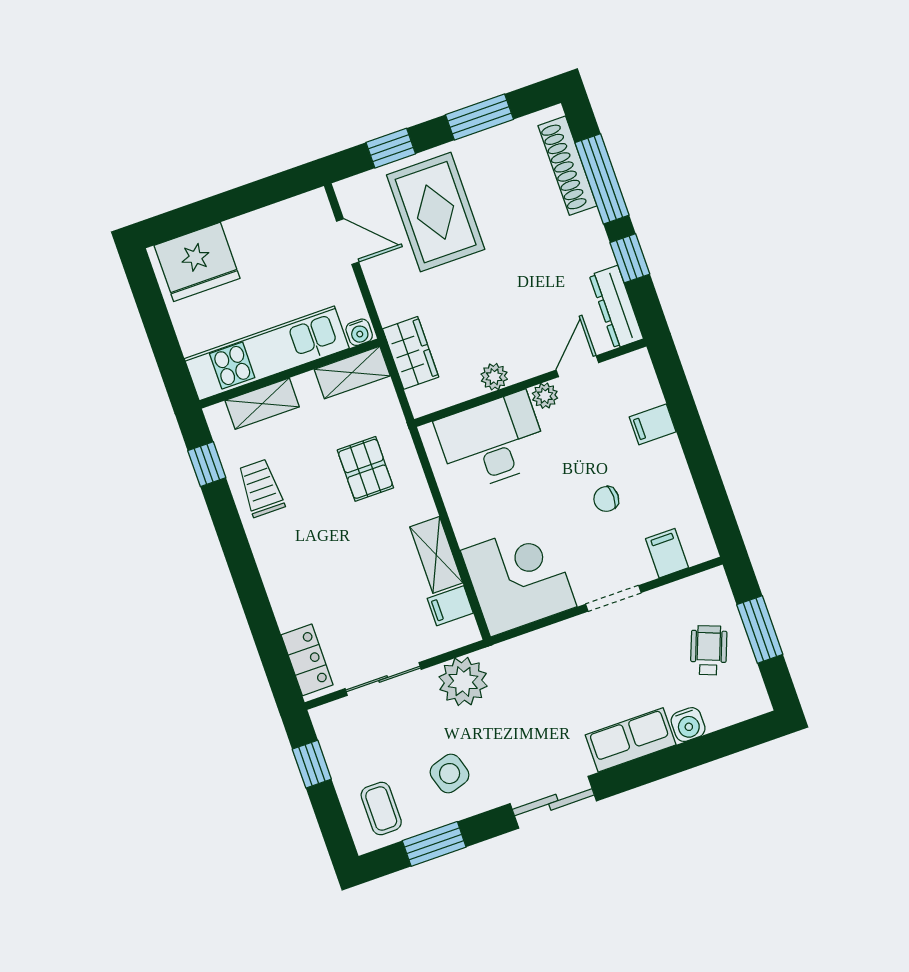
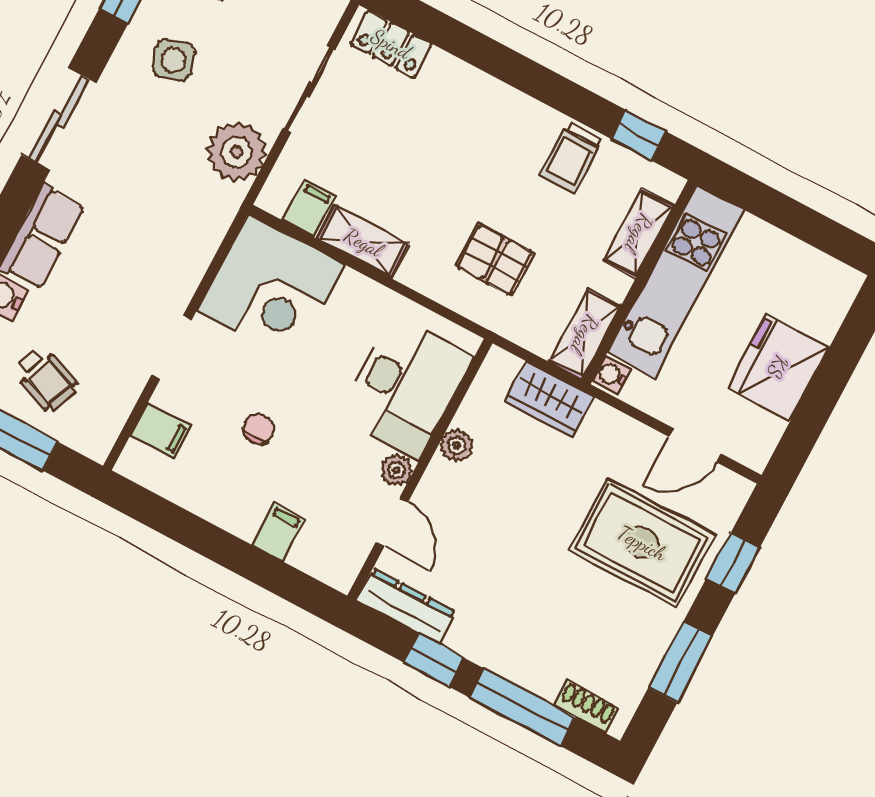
shoe rack: (567, 166) -> (586, 707), width x0.51, depth x0.81
fridge: (197, 262) -> (778, 367), moved
trolley: (261, 488) -> (571, 158), turned 90

